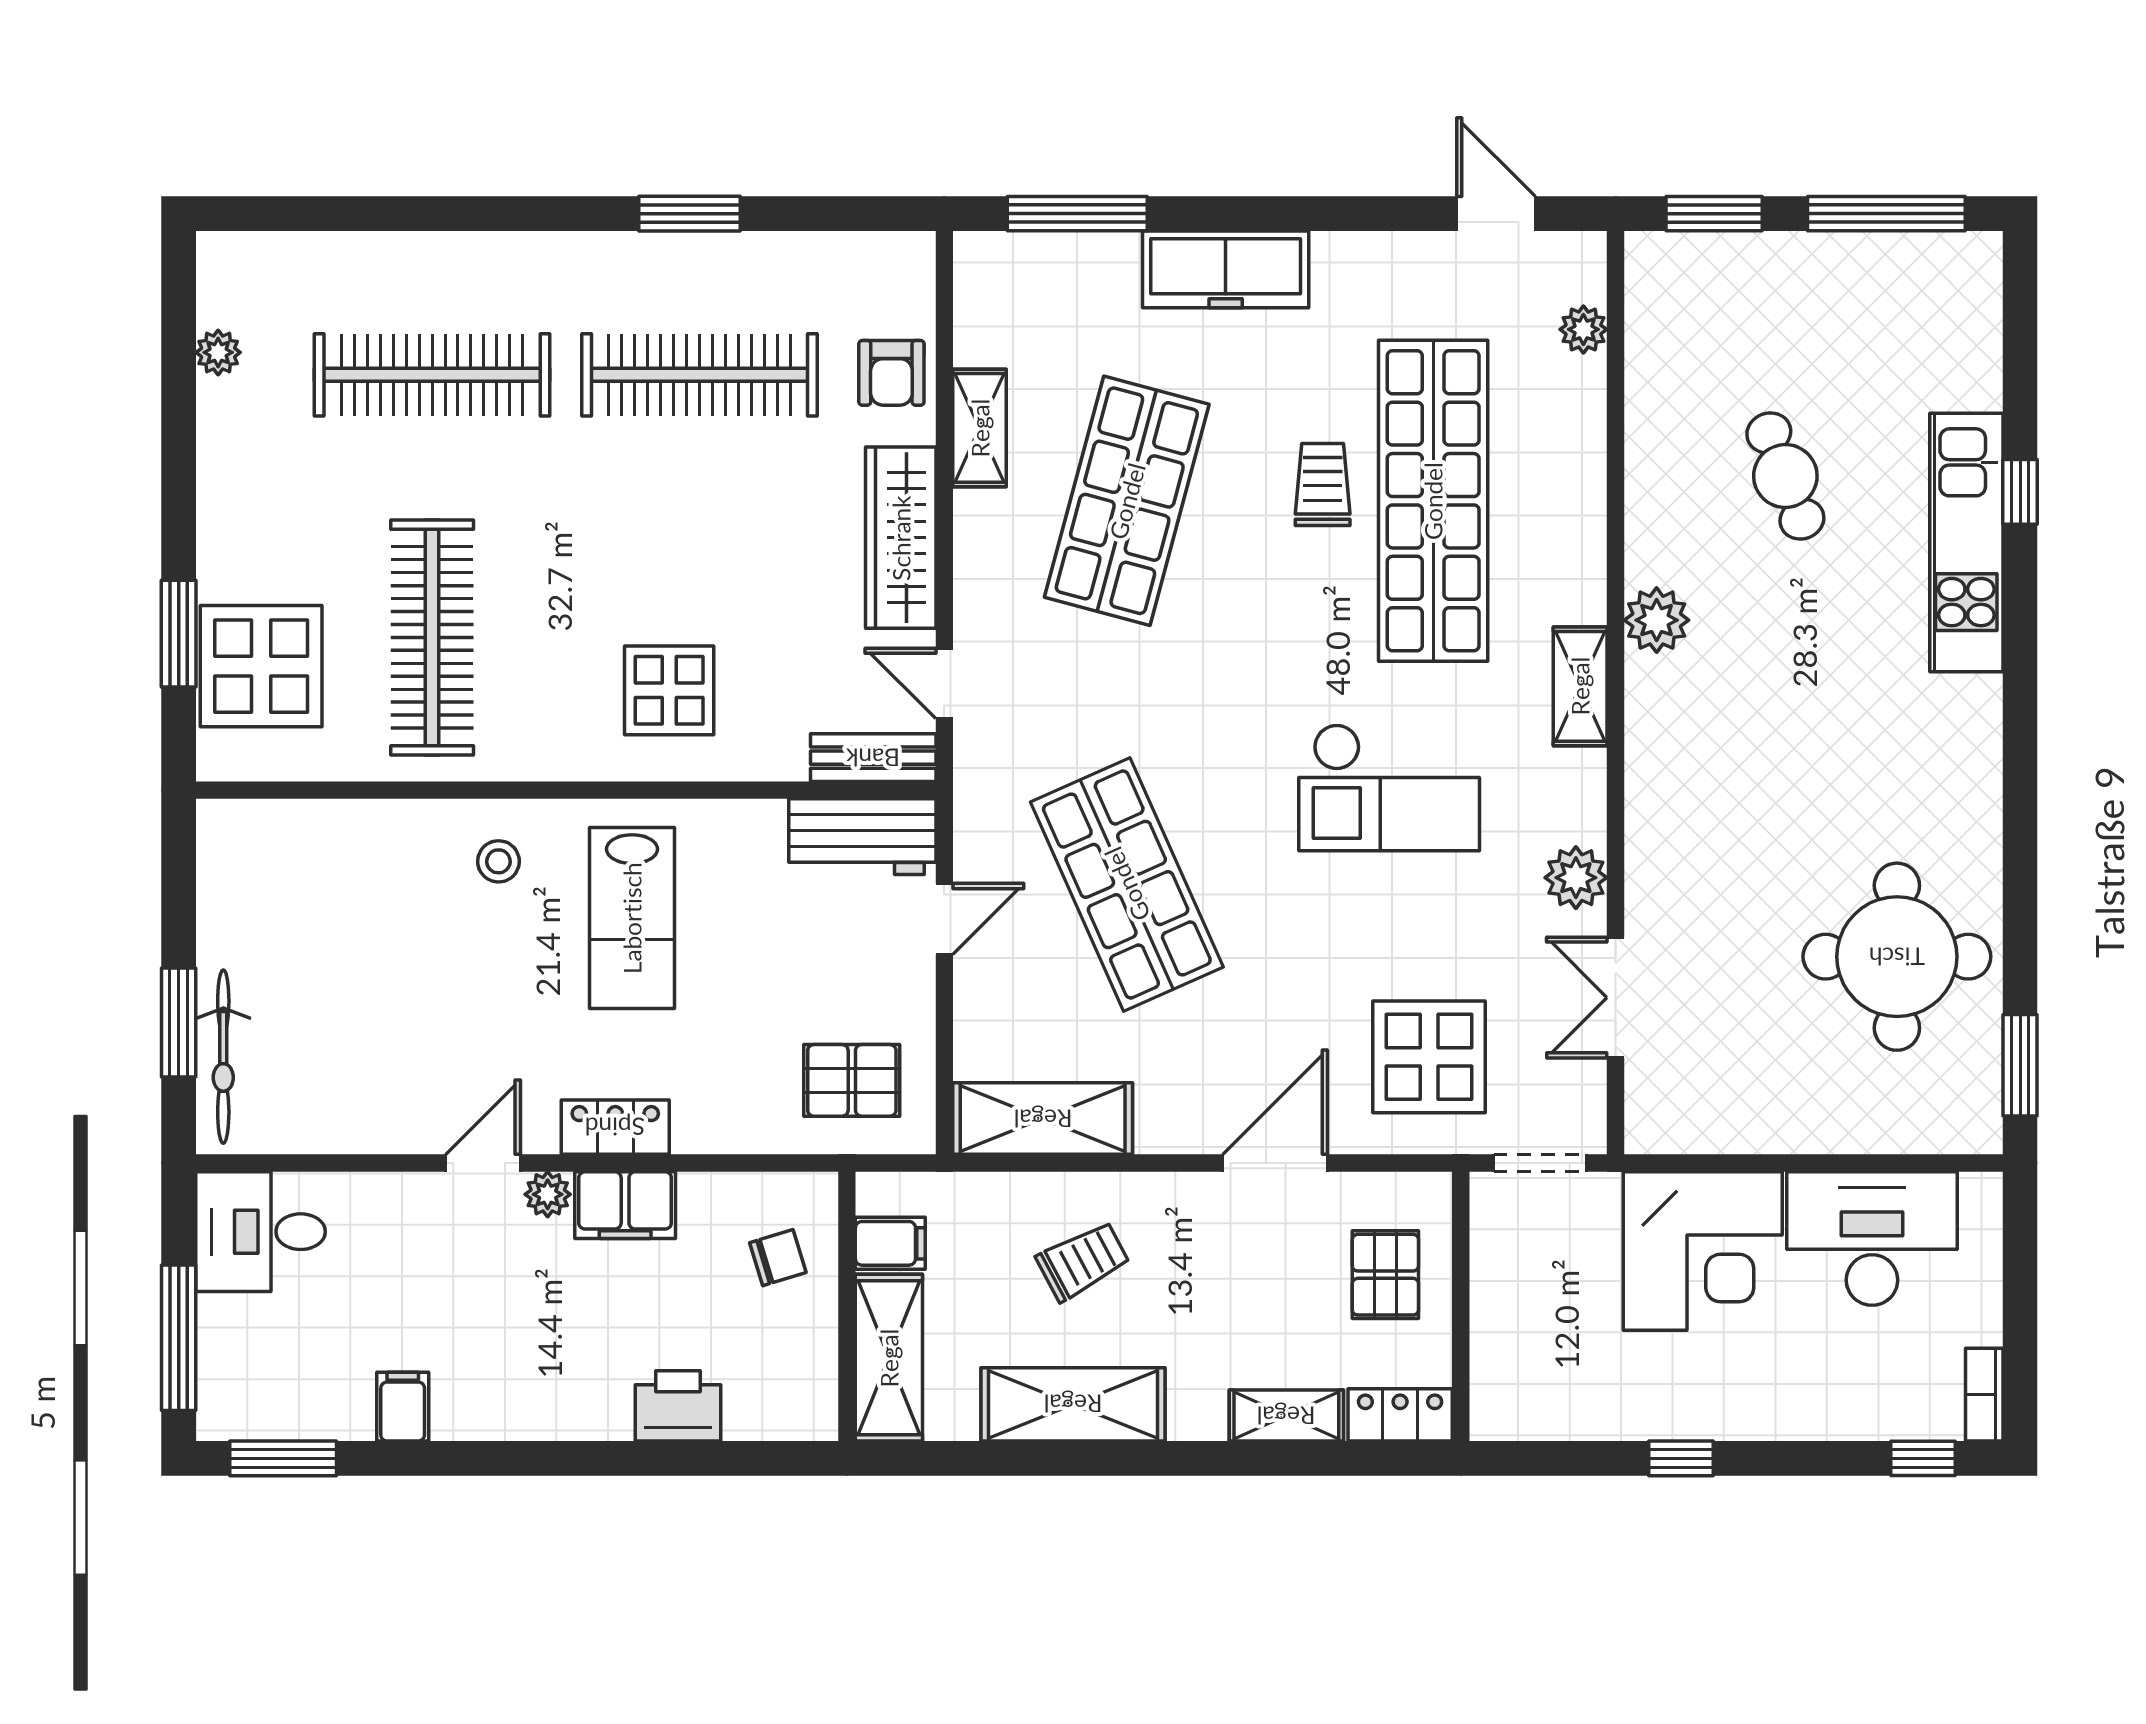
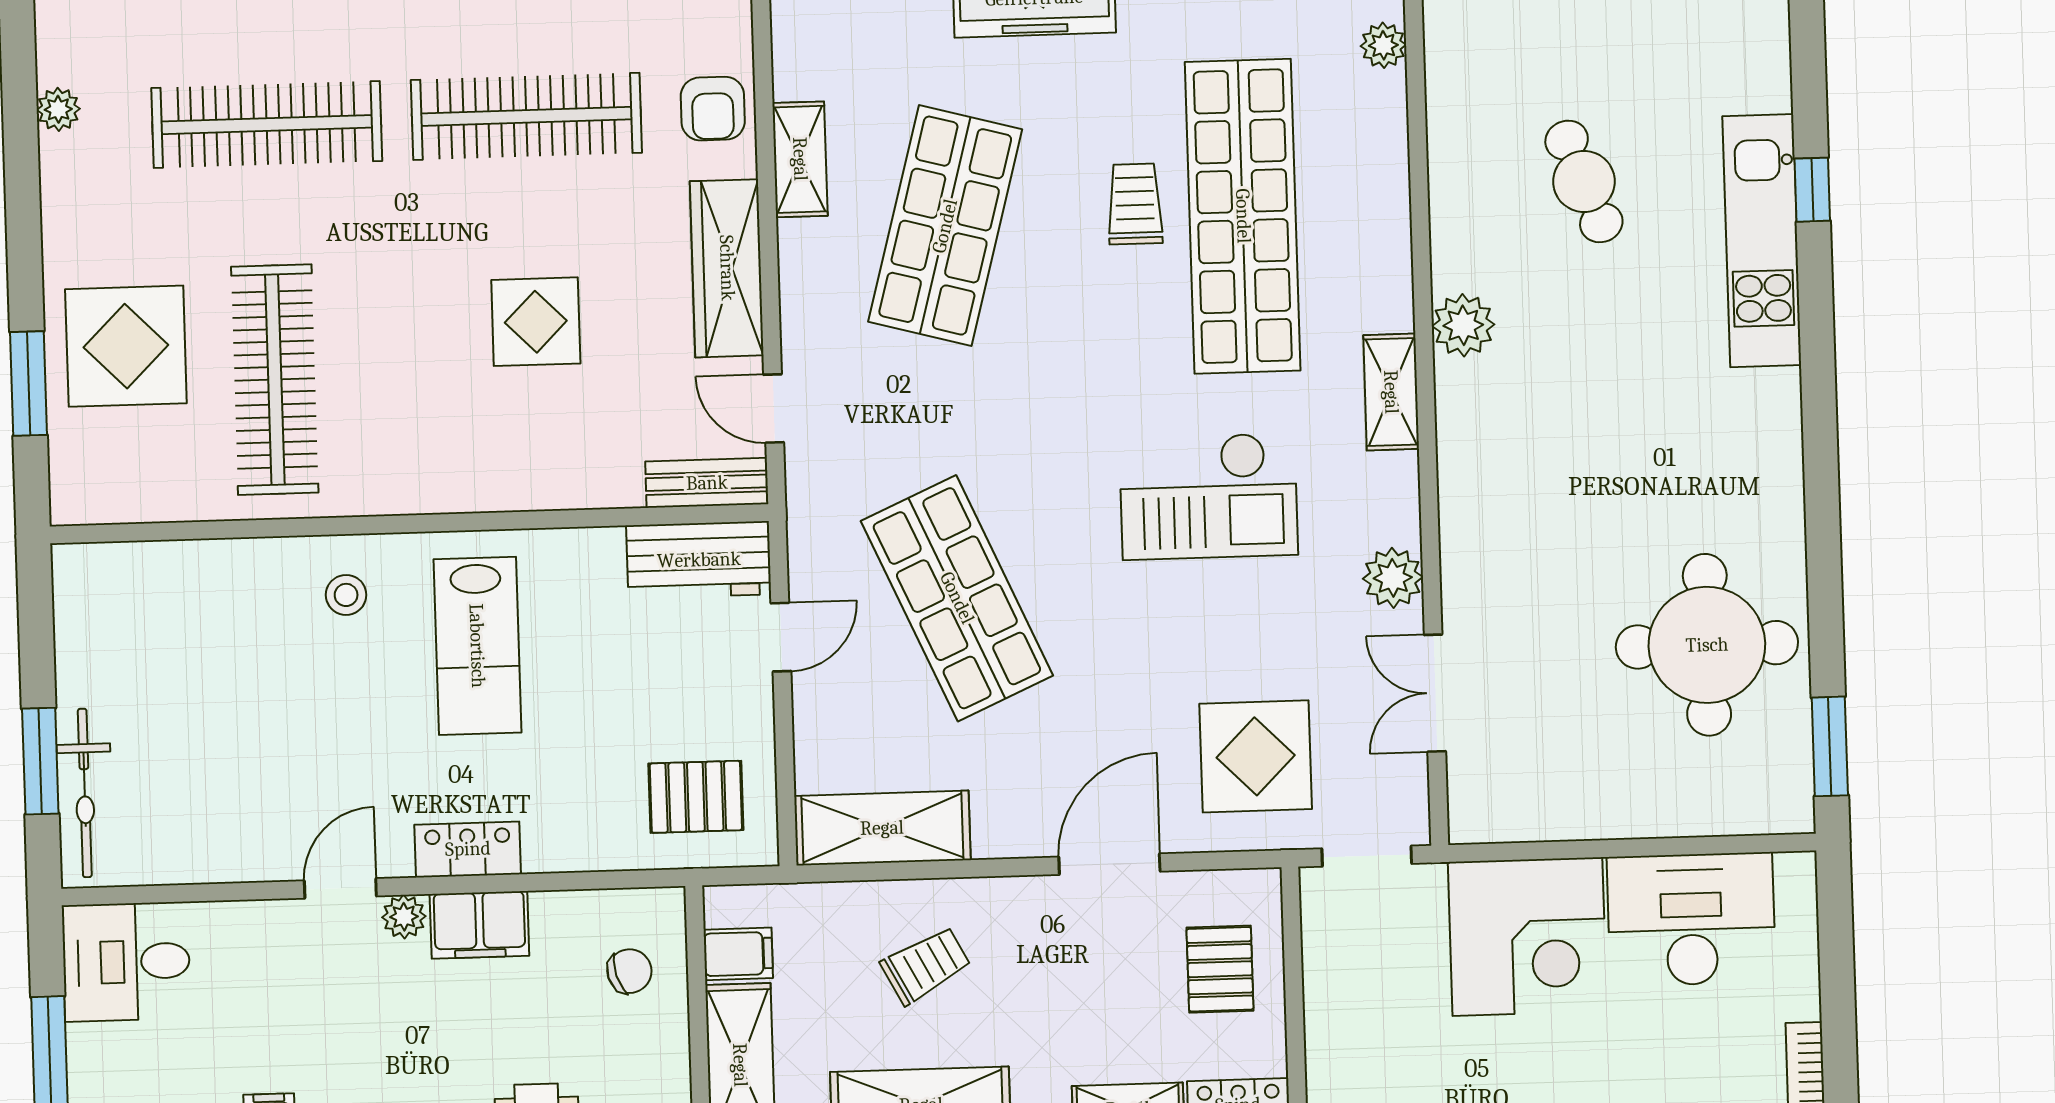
display table: (261, 666) -> (126, 346), moved
display table: (669, 690) -> (536, 322), moved

